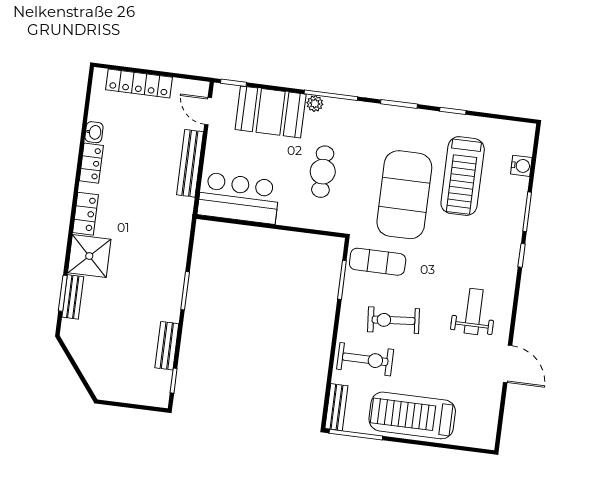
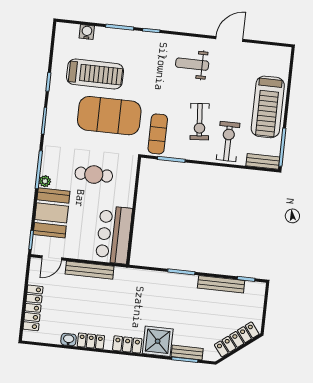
bench: (167, 346) -> (221, 284), width x1.36
locker: (90, 366) -> (237, 339), added

